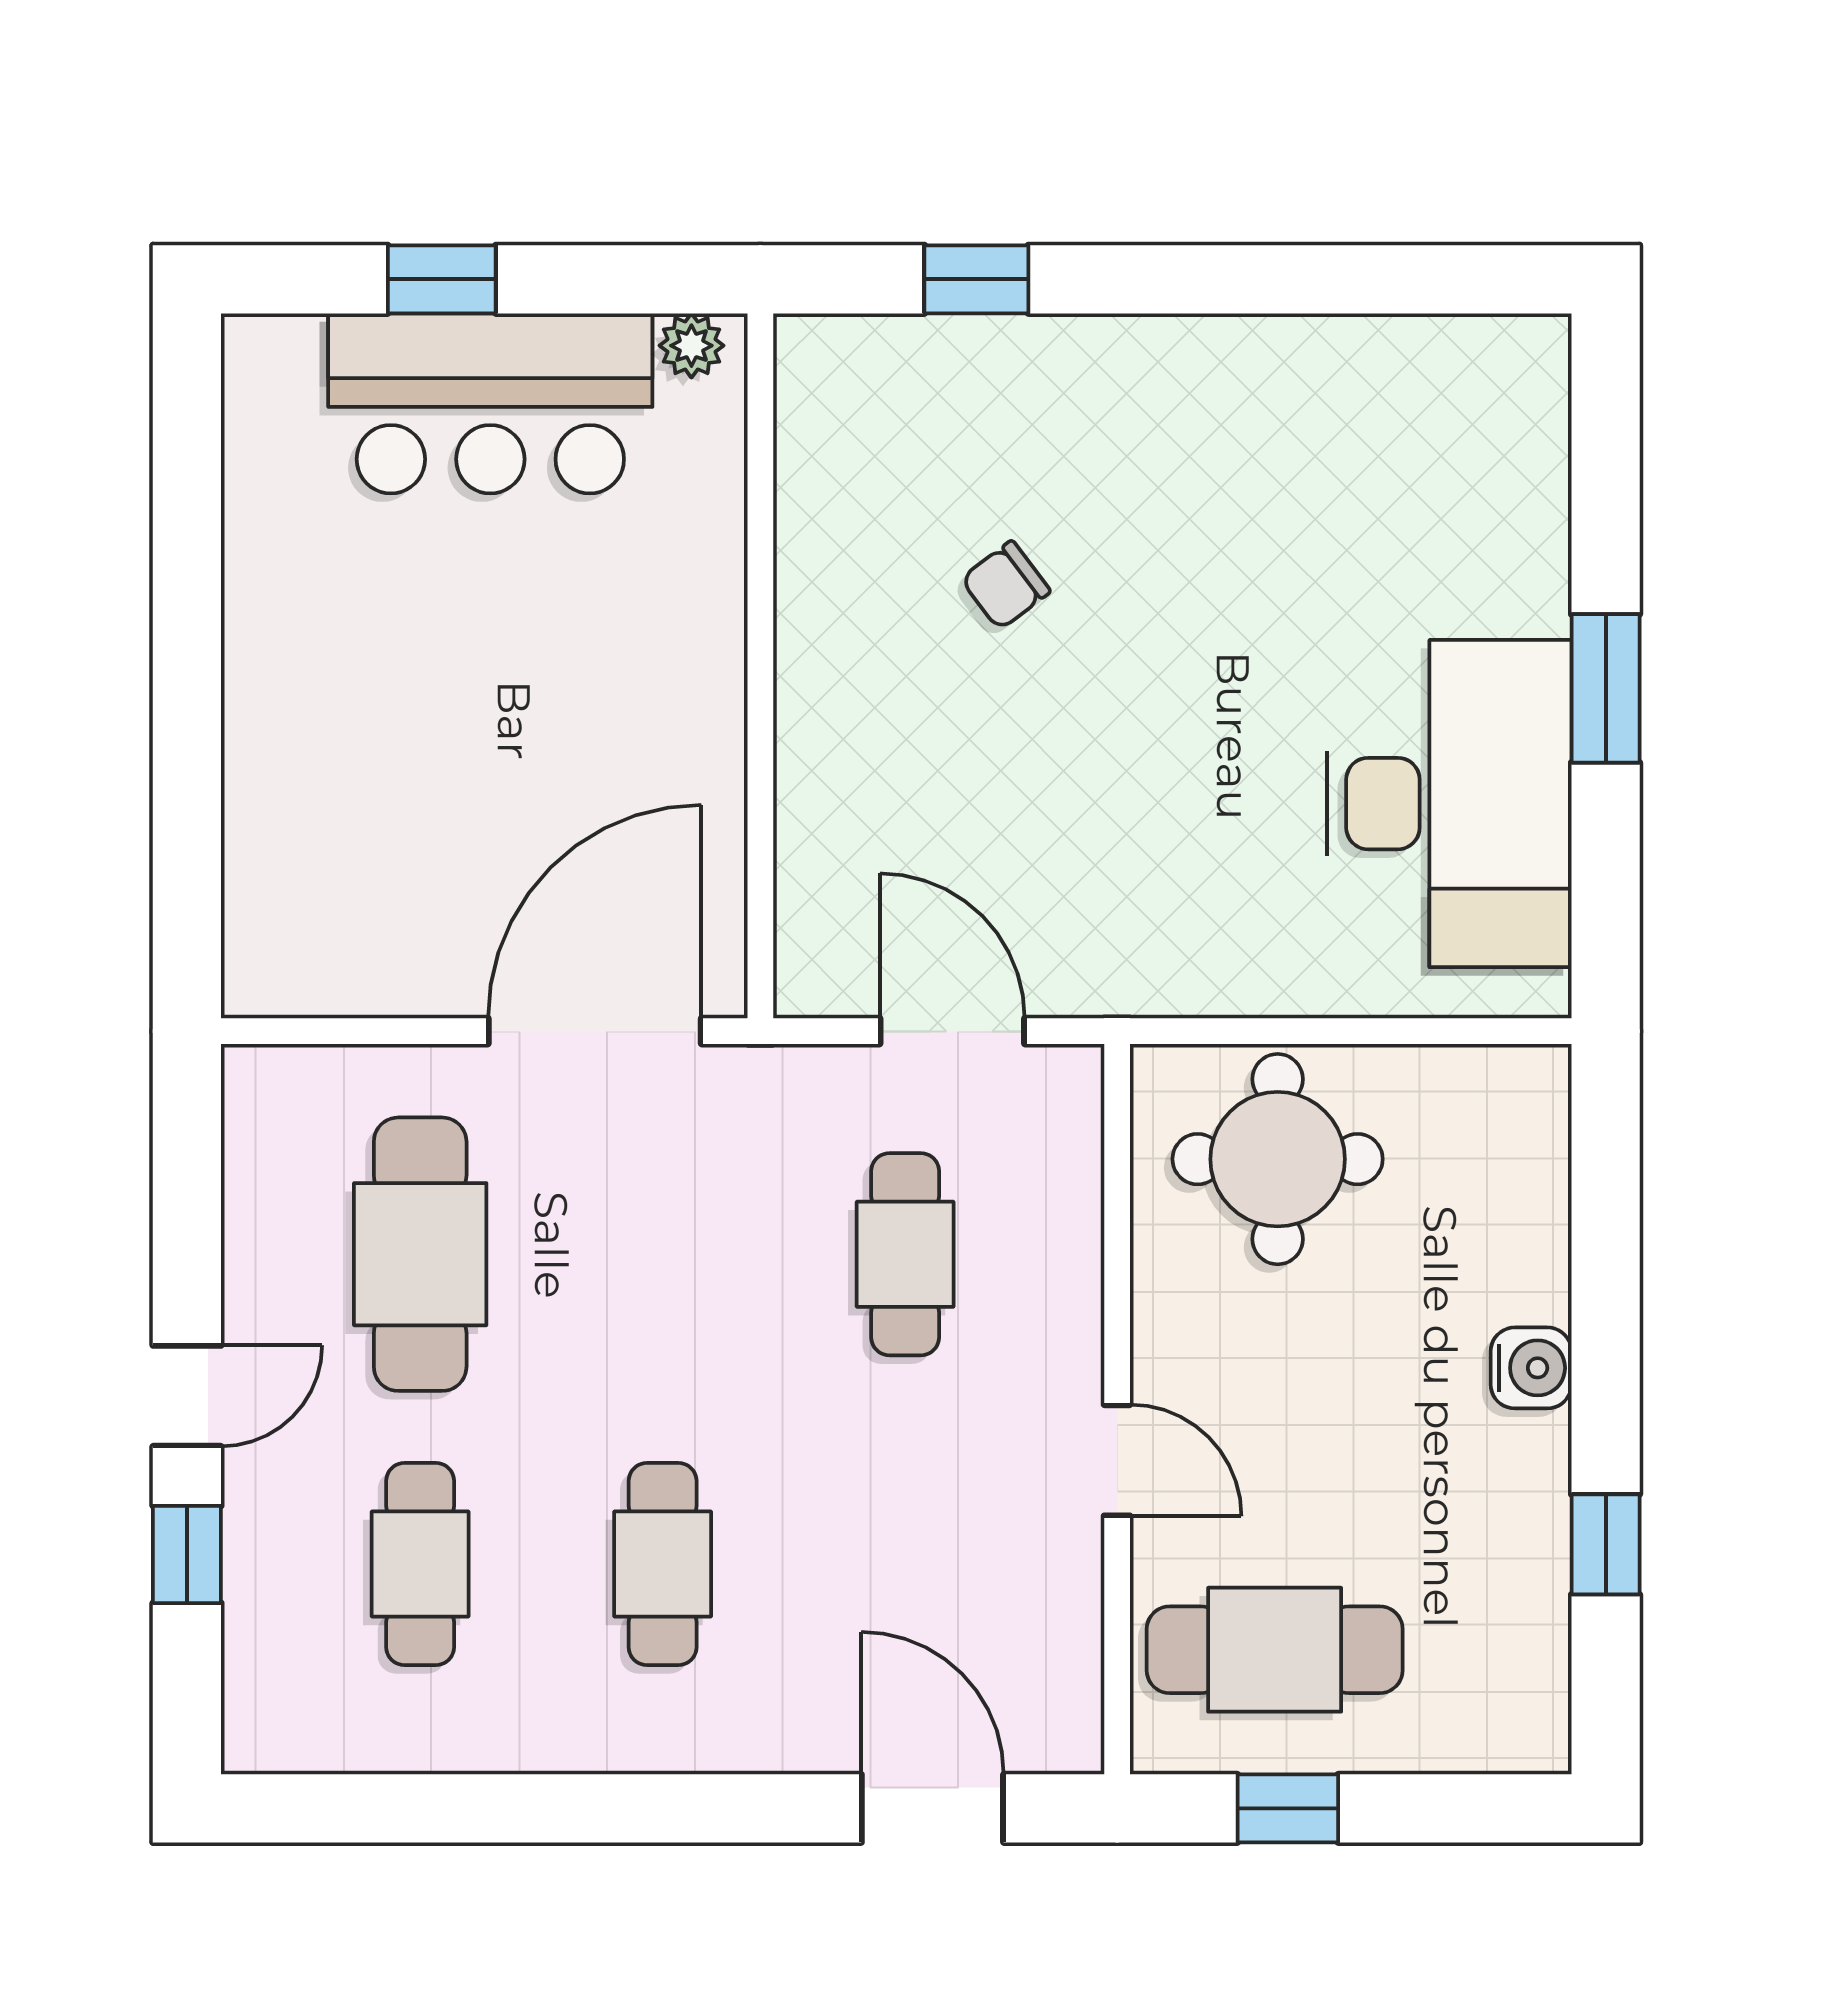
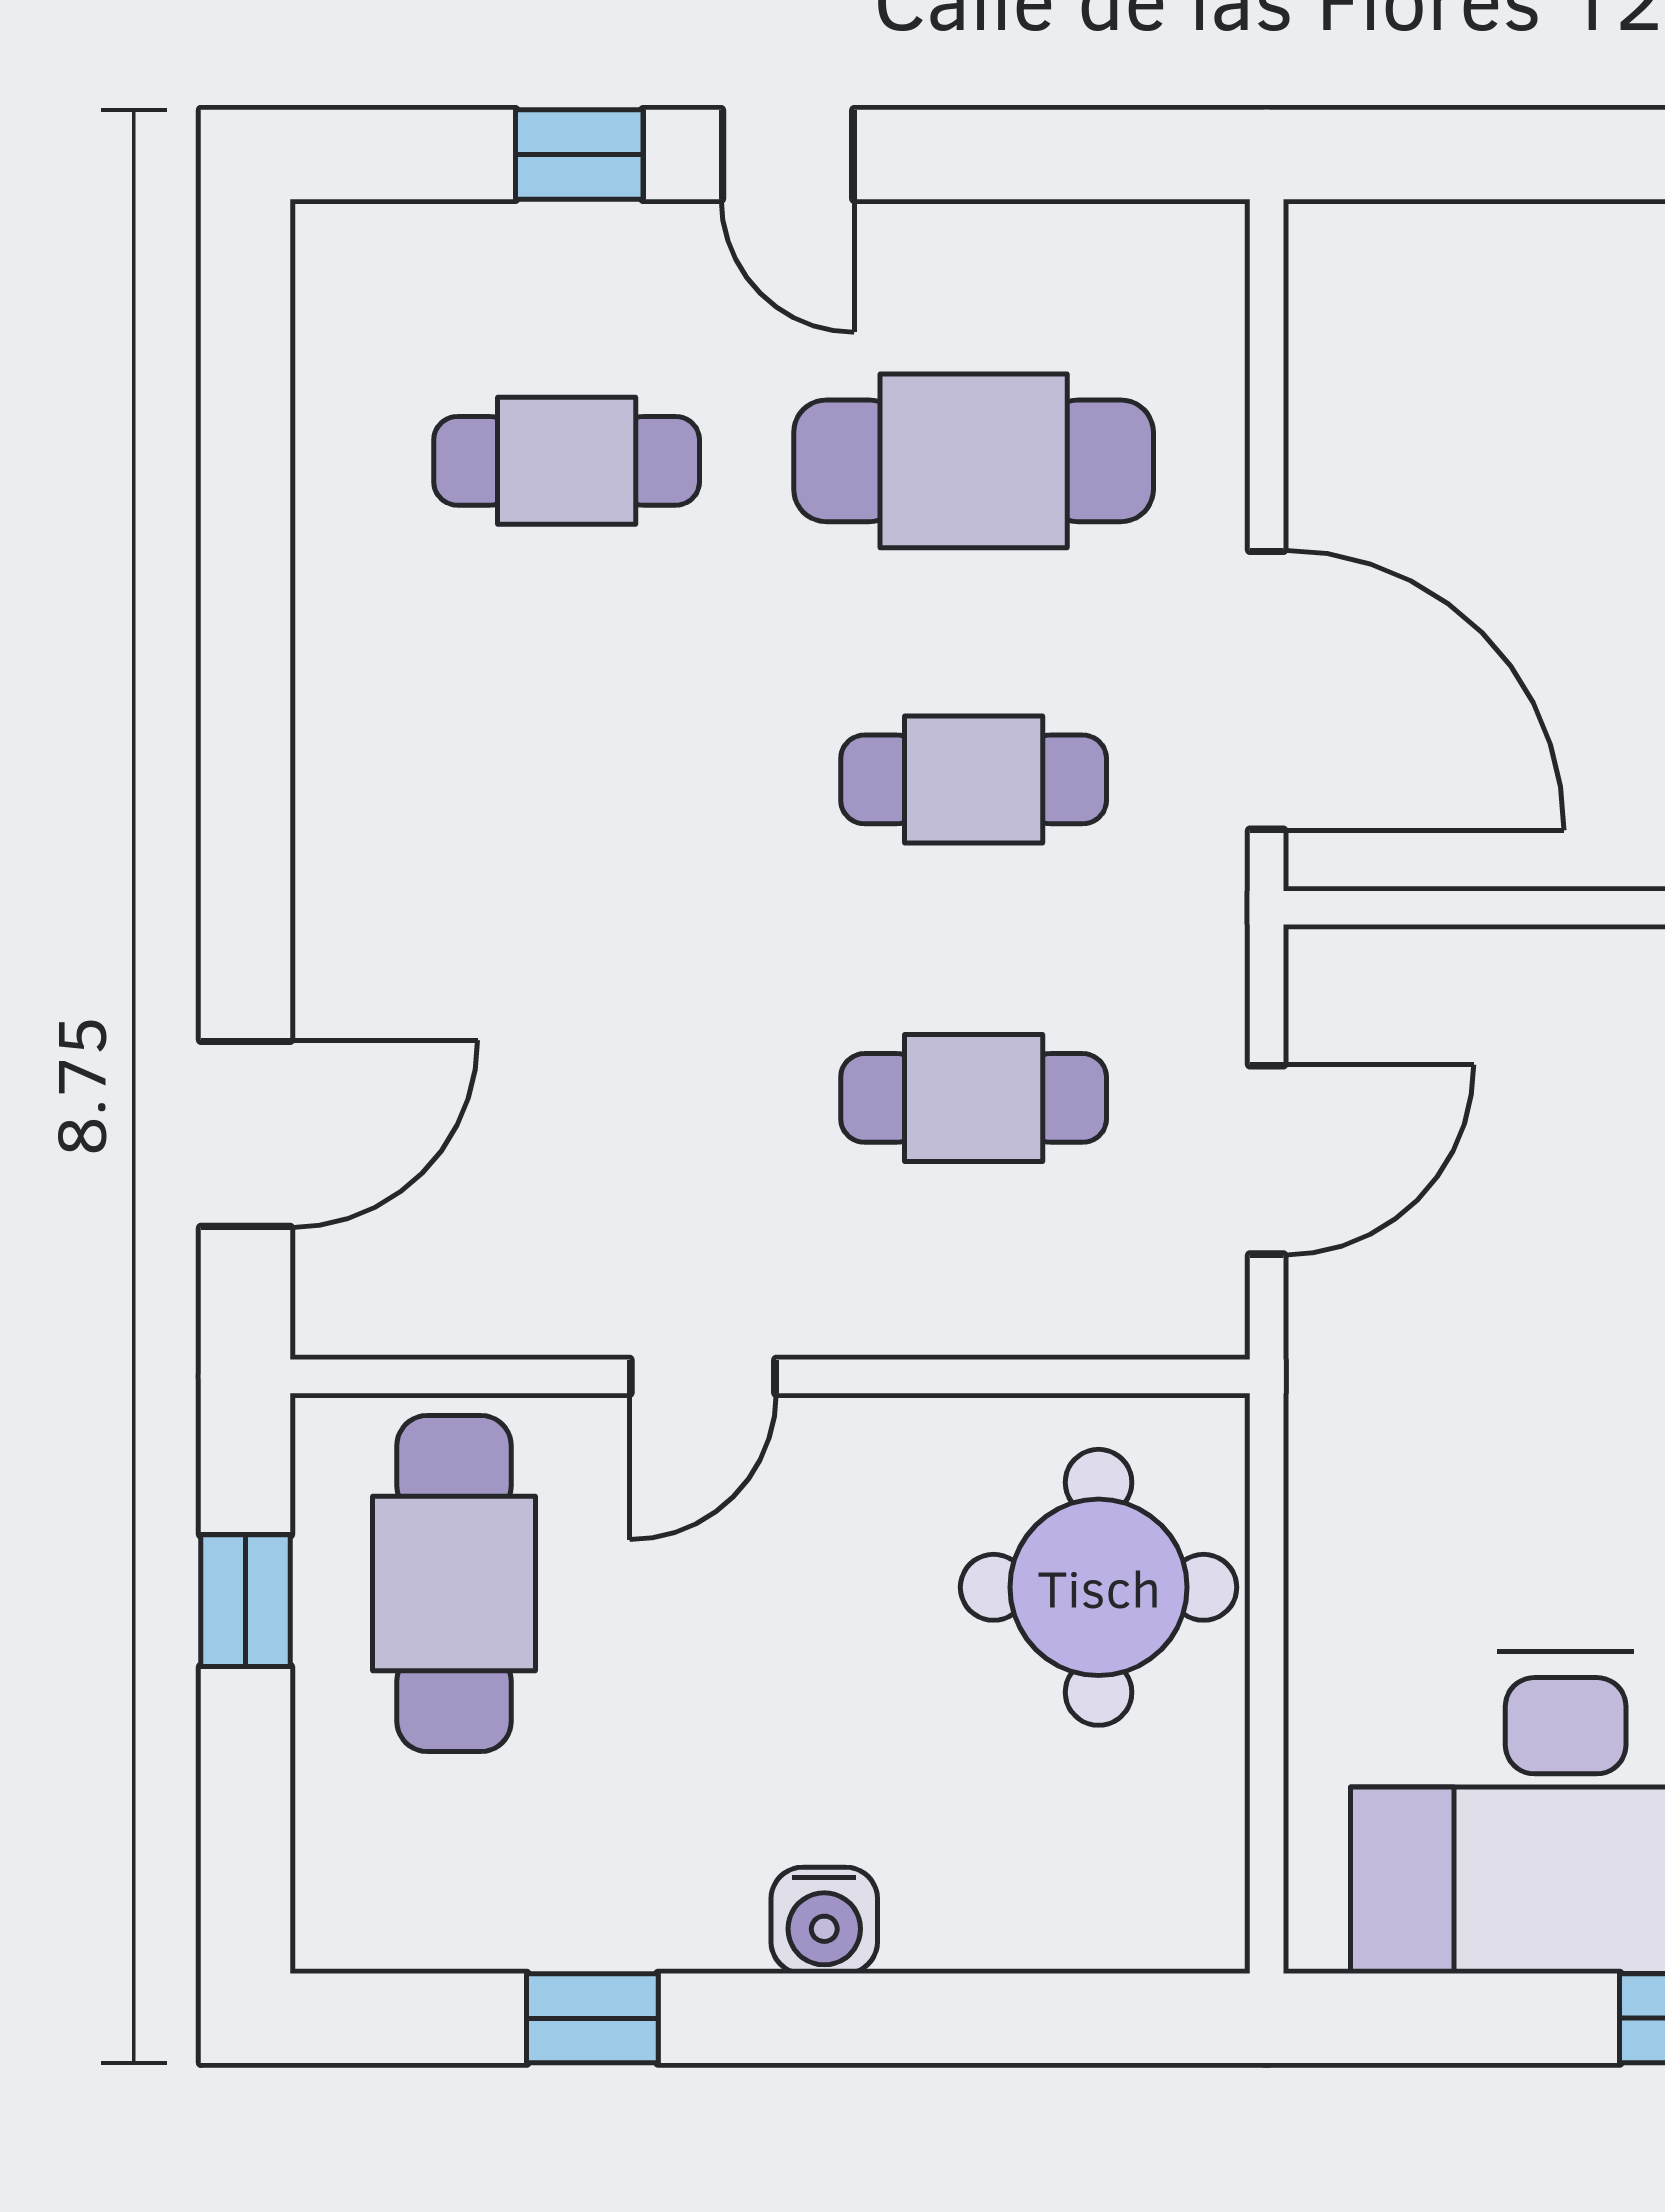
cafe table: (663, 1564) -> (974, 779), moved

